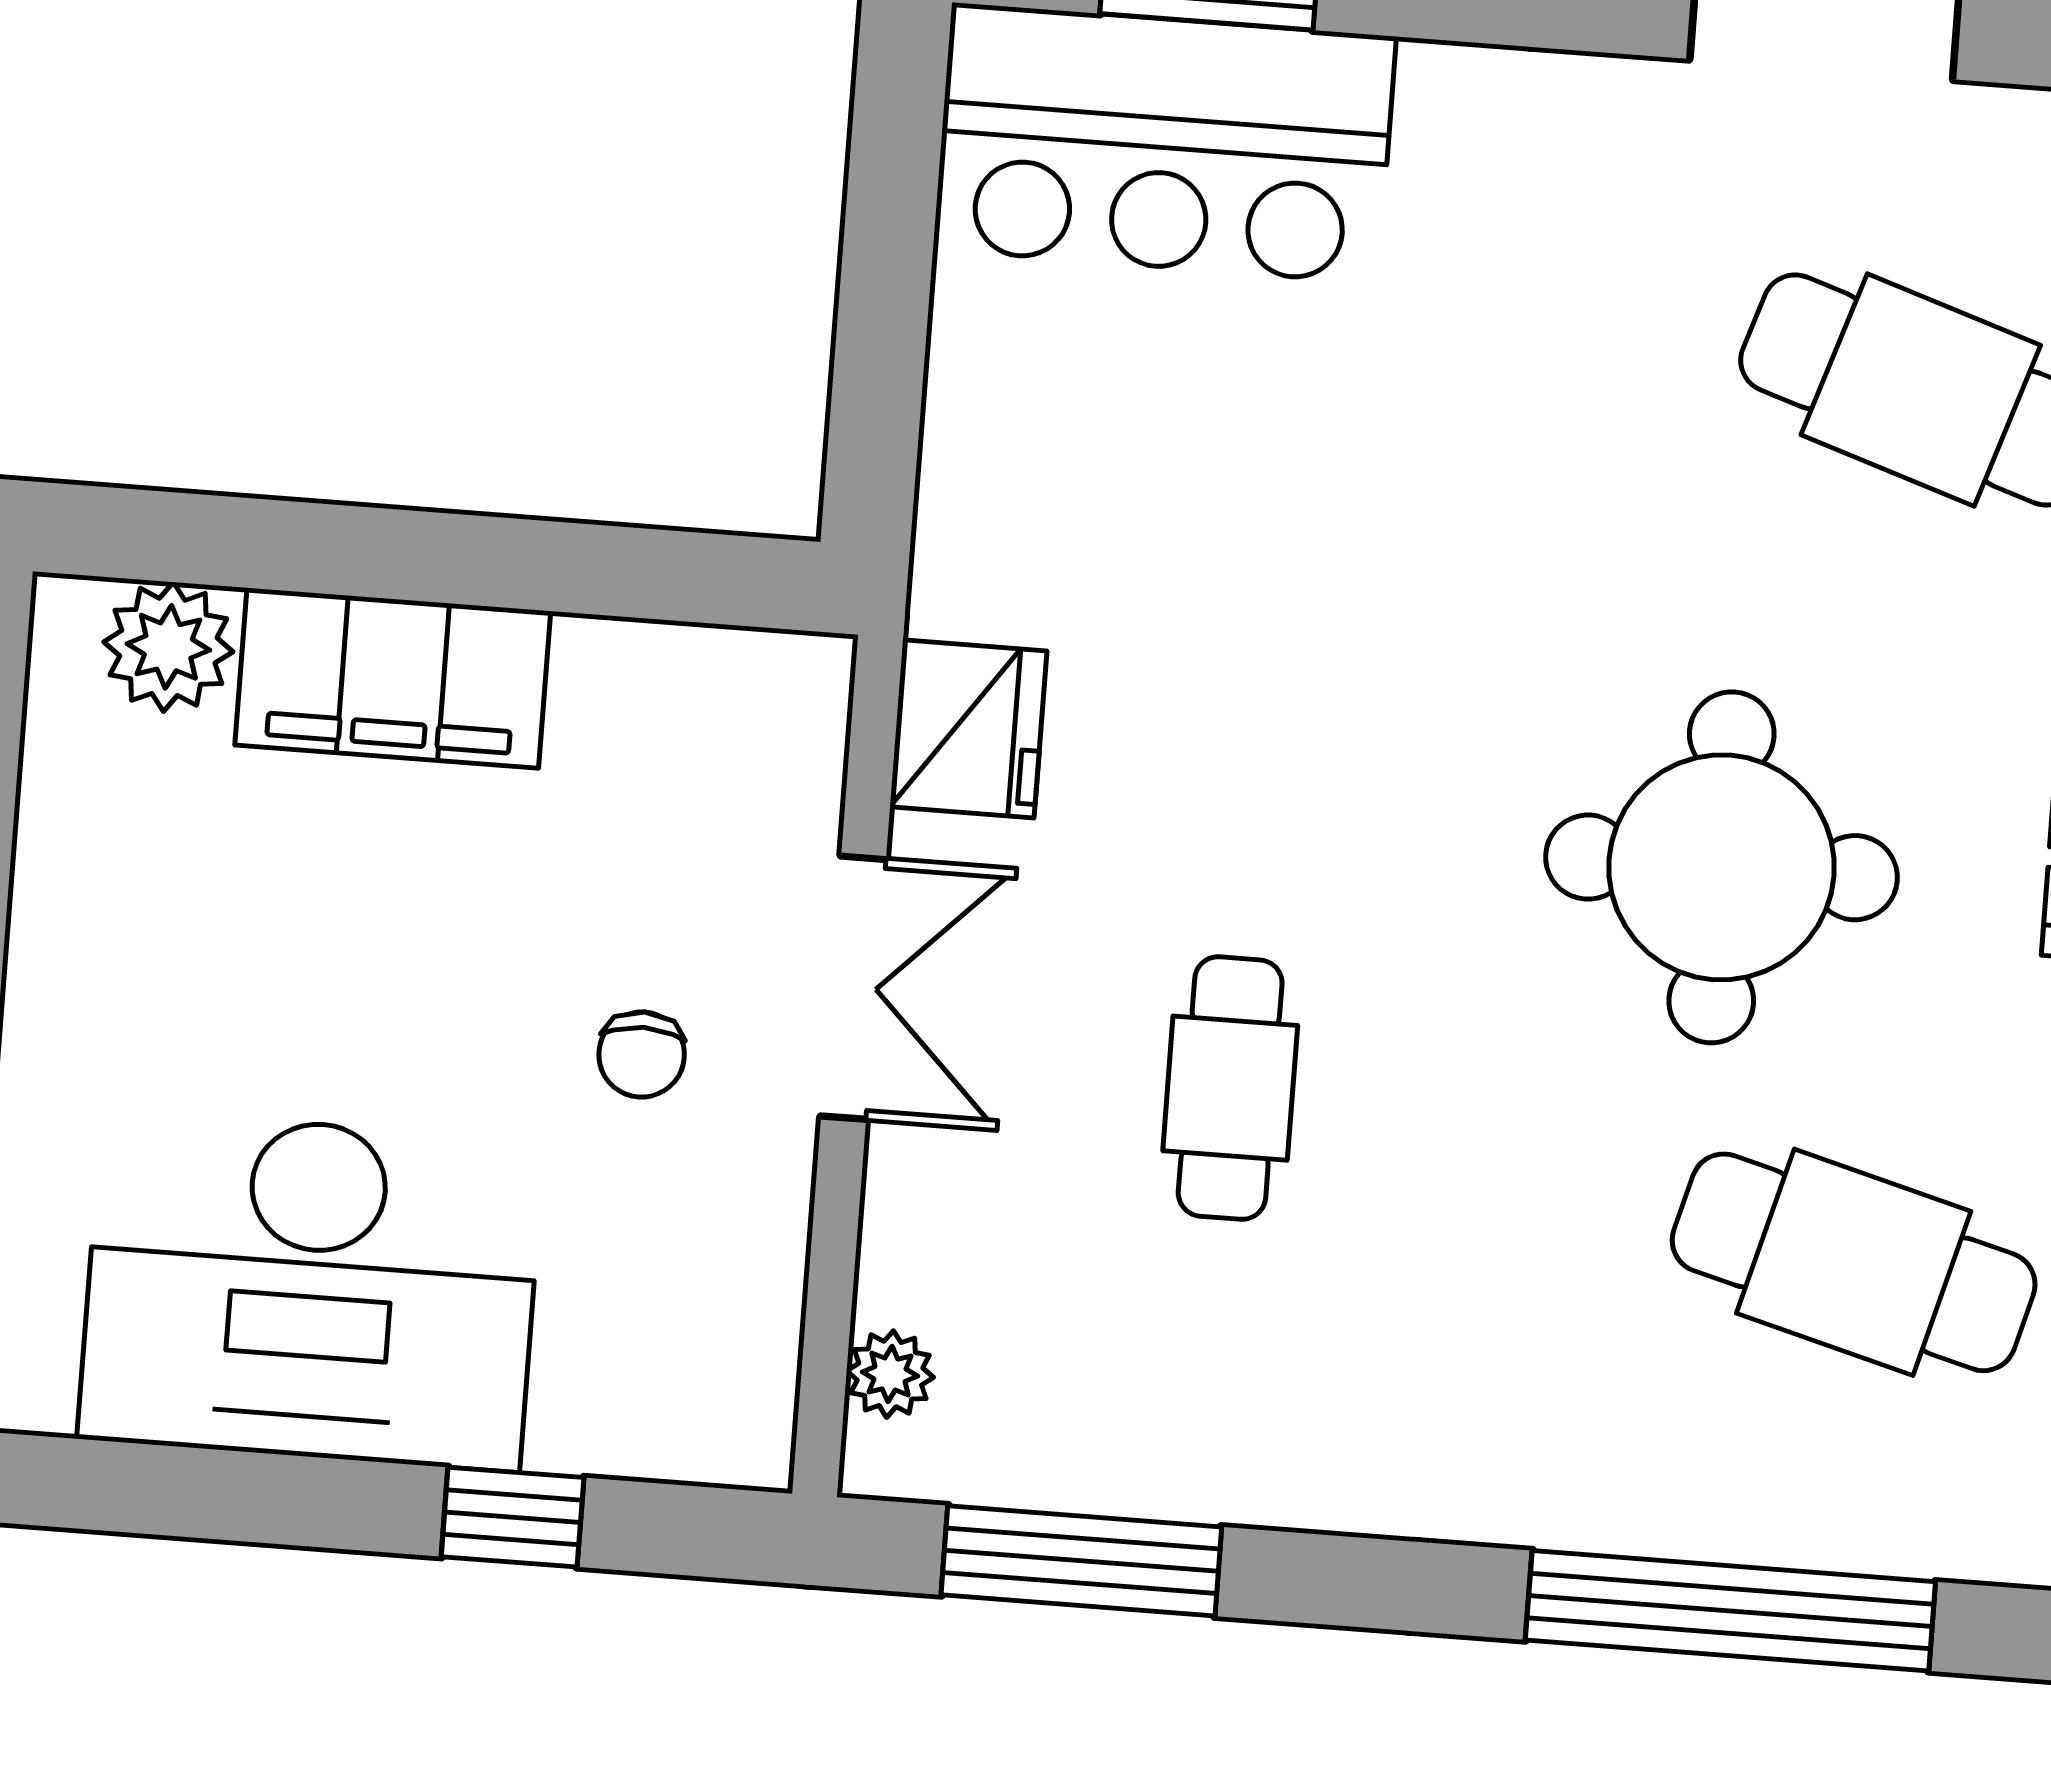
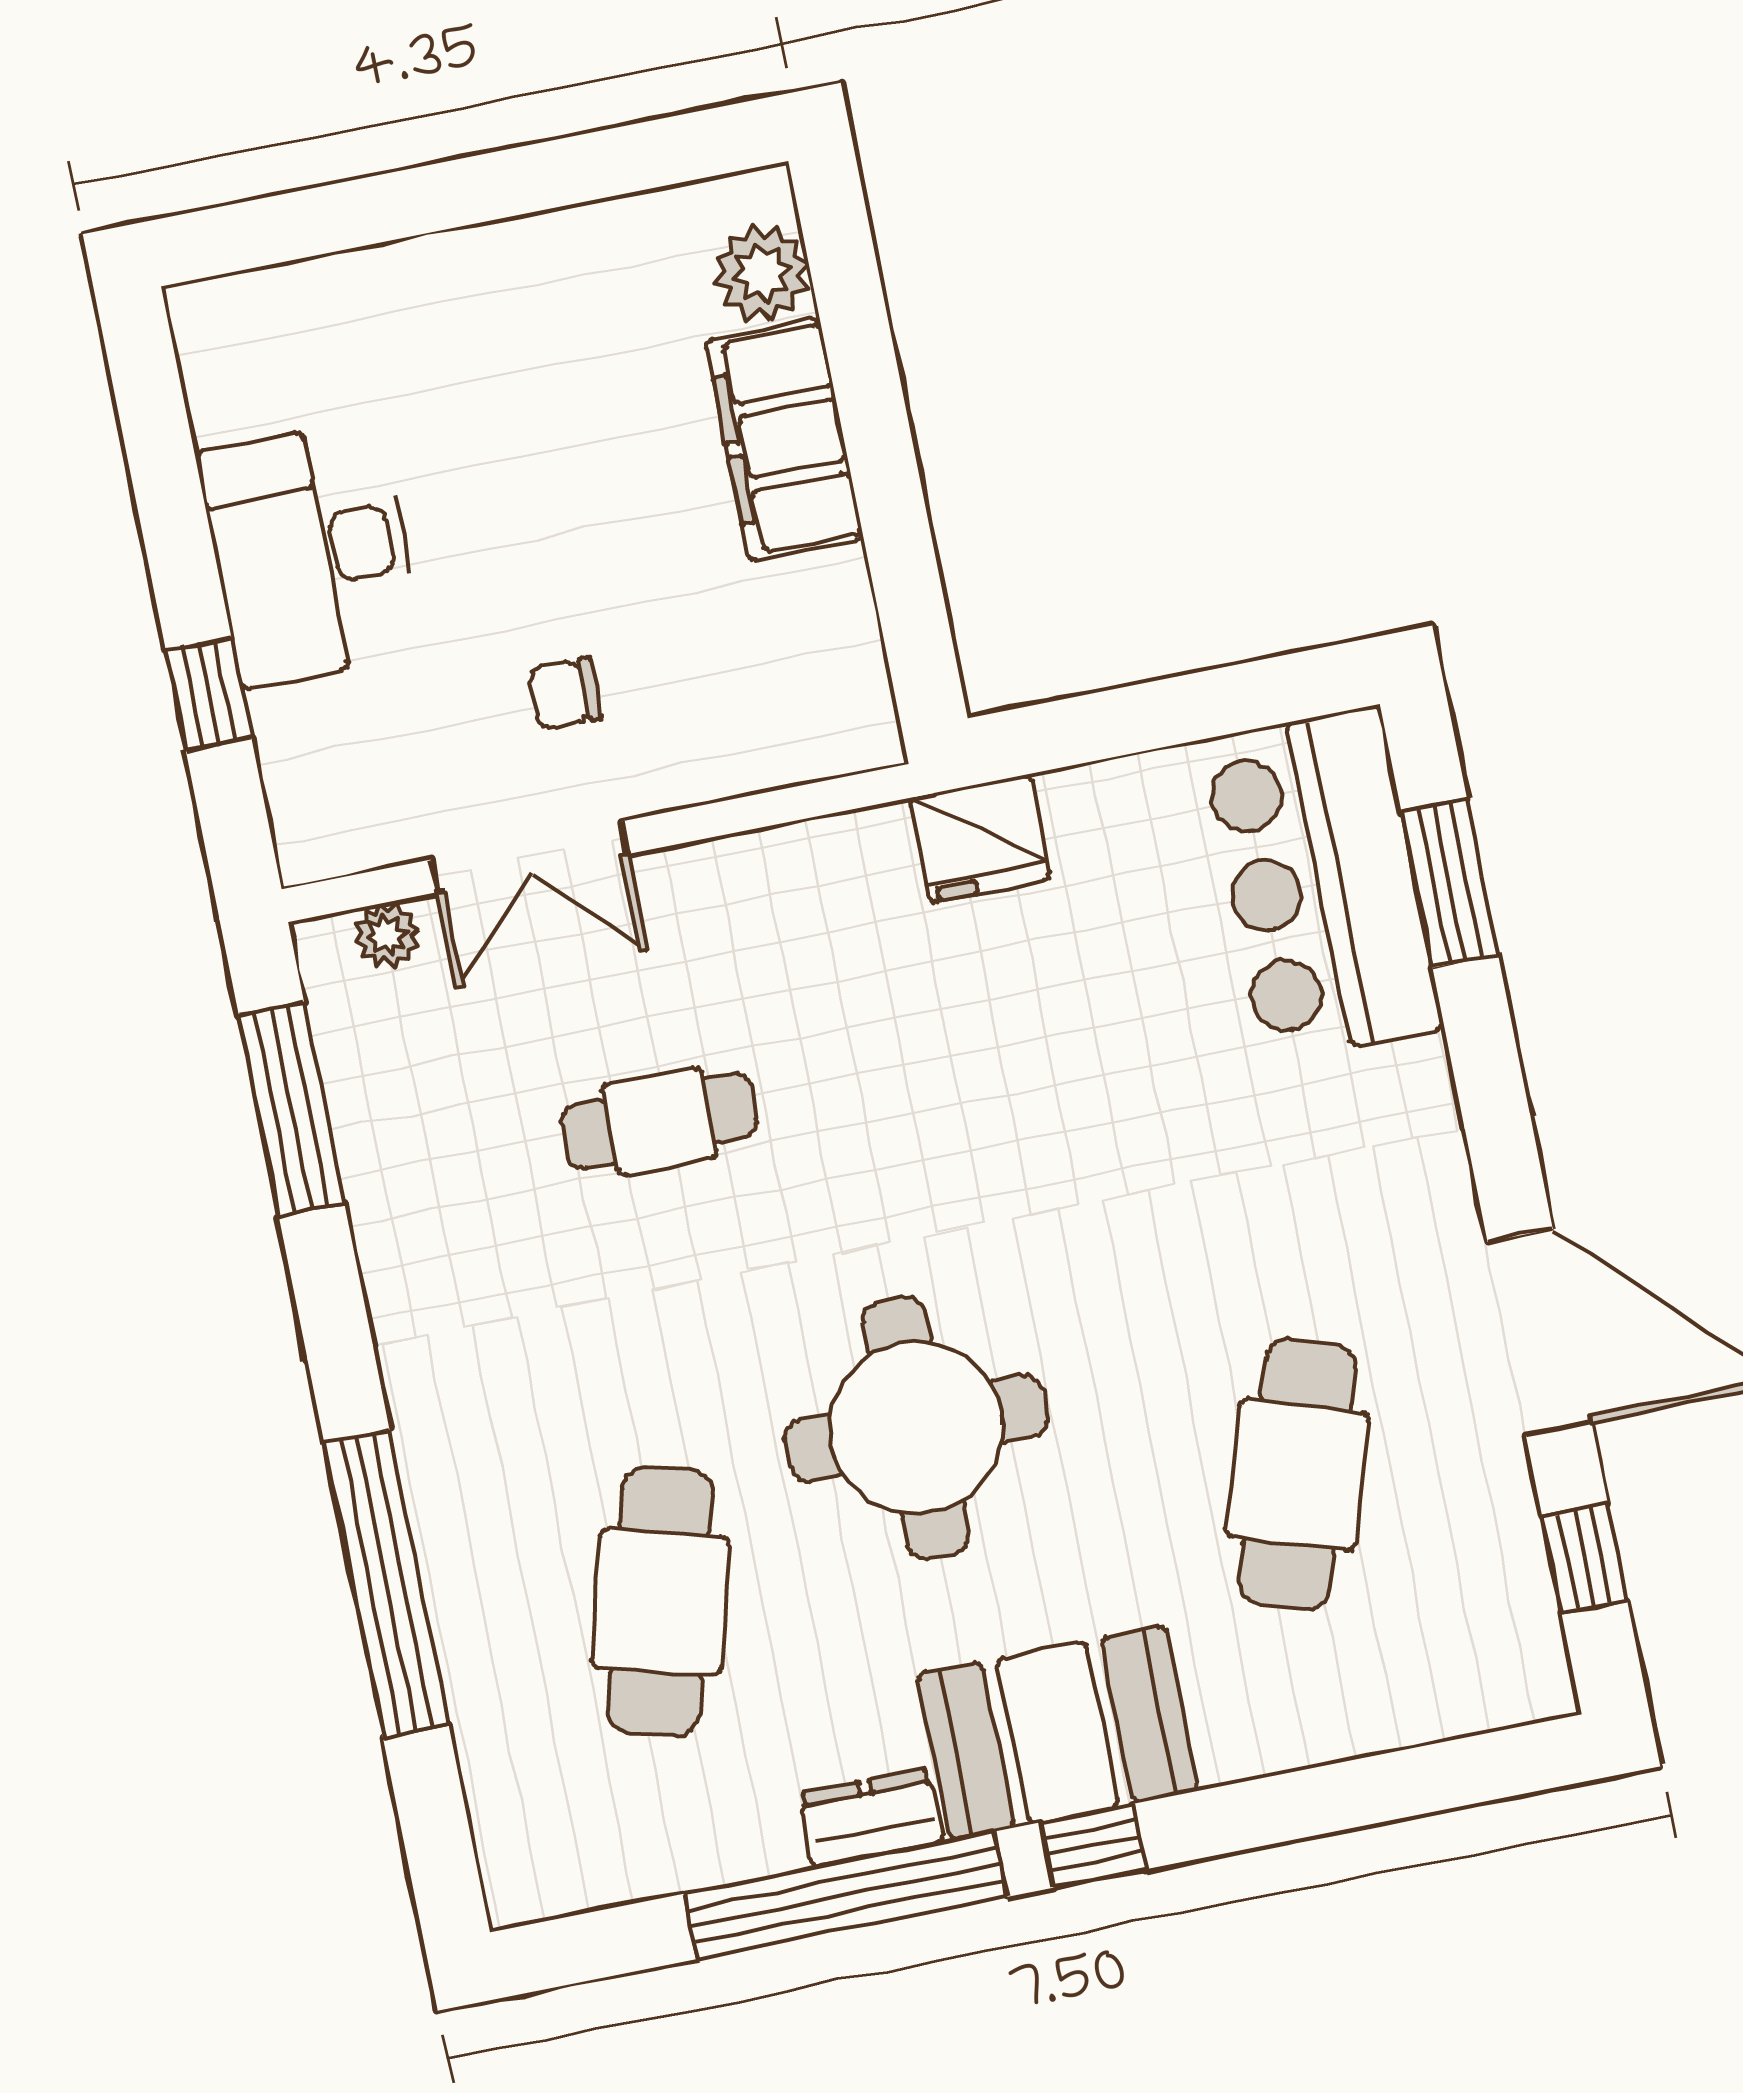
fridge: (968, 729) -> (980, 838), moved
double door: (854, 988) -> (530, 857), moved
desk: (311, 1290) -> (311, 553), width x0.73, depth x0.77

